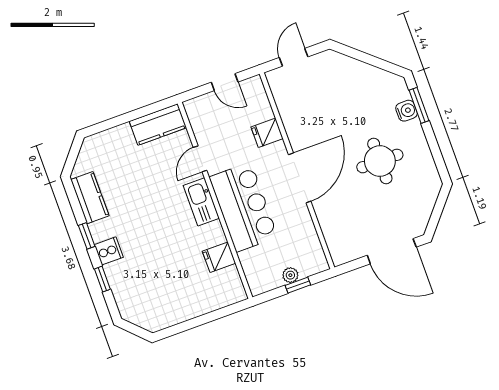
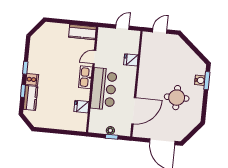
door: (225, 82) -> (122, 27), swing flipped
door: (300, 178) -> (134, 111), moved
kitchen counter: (90, 198) -> (30, 98), moved

